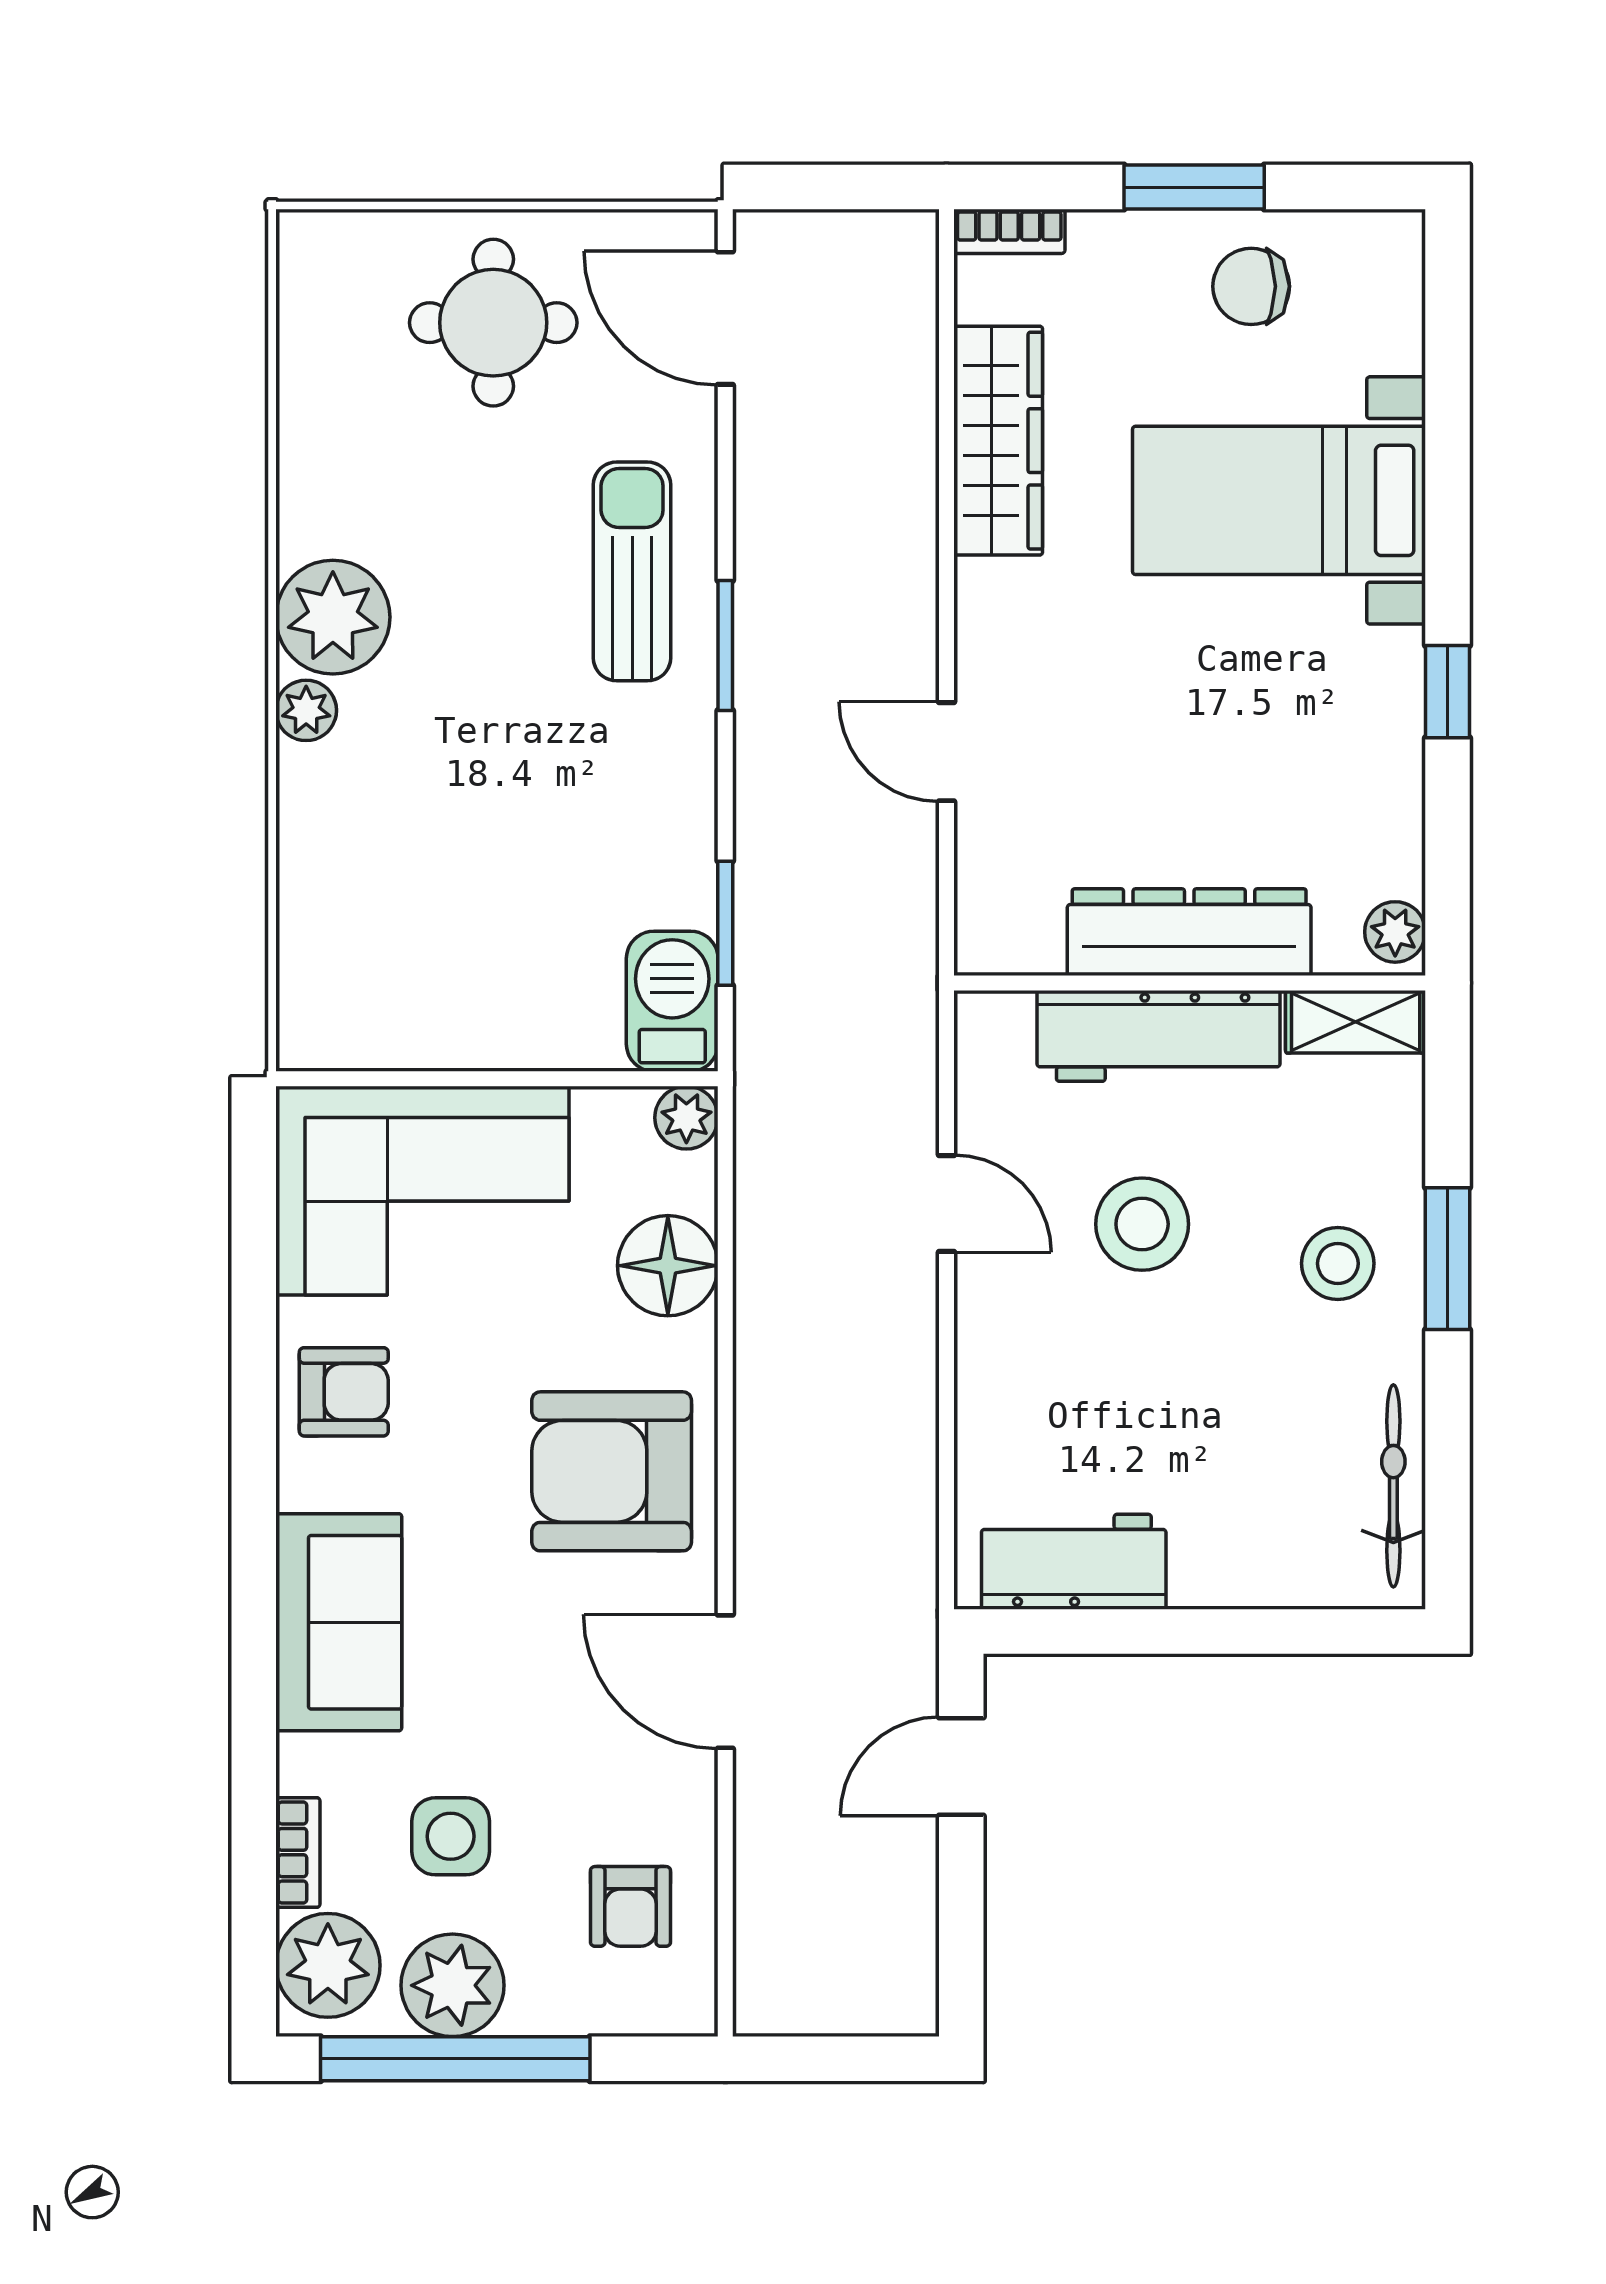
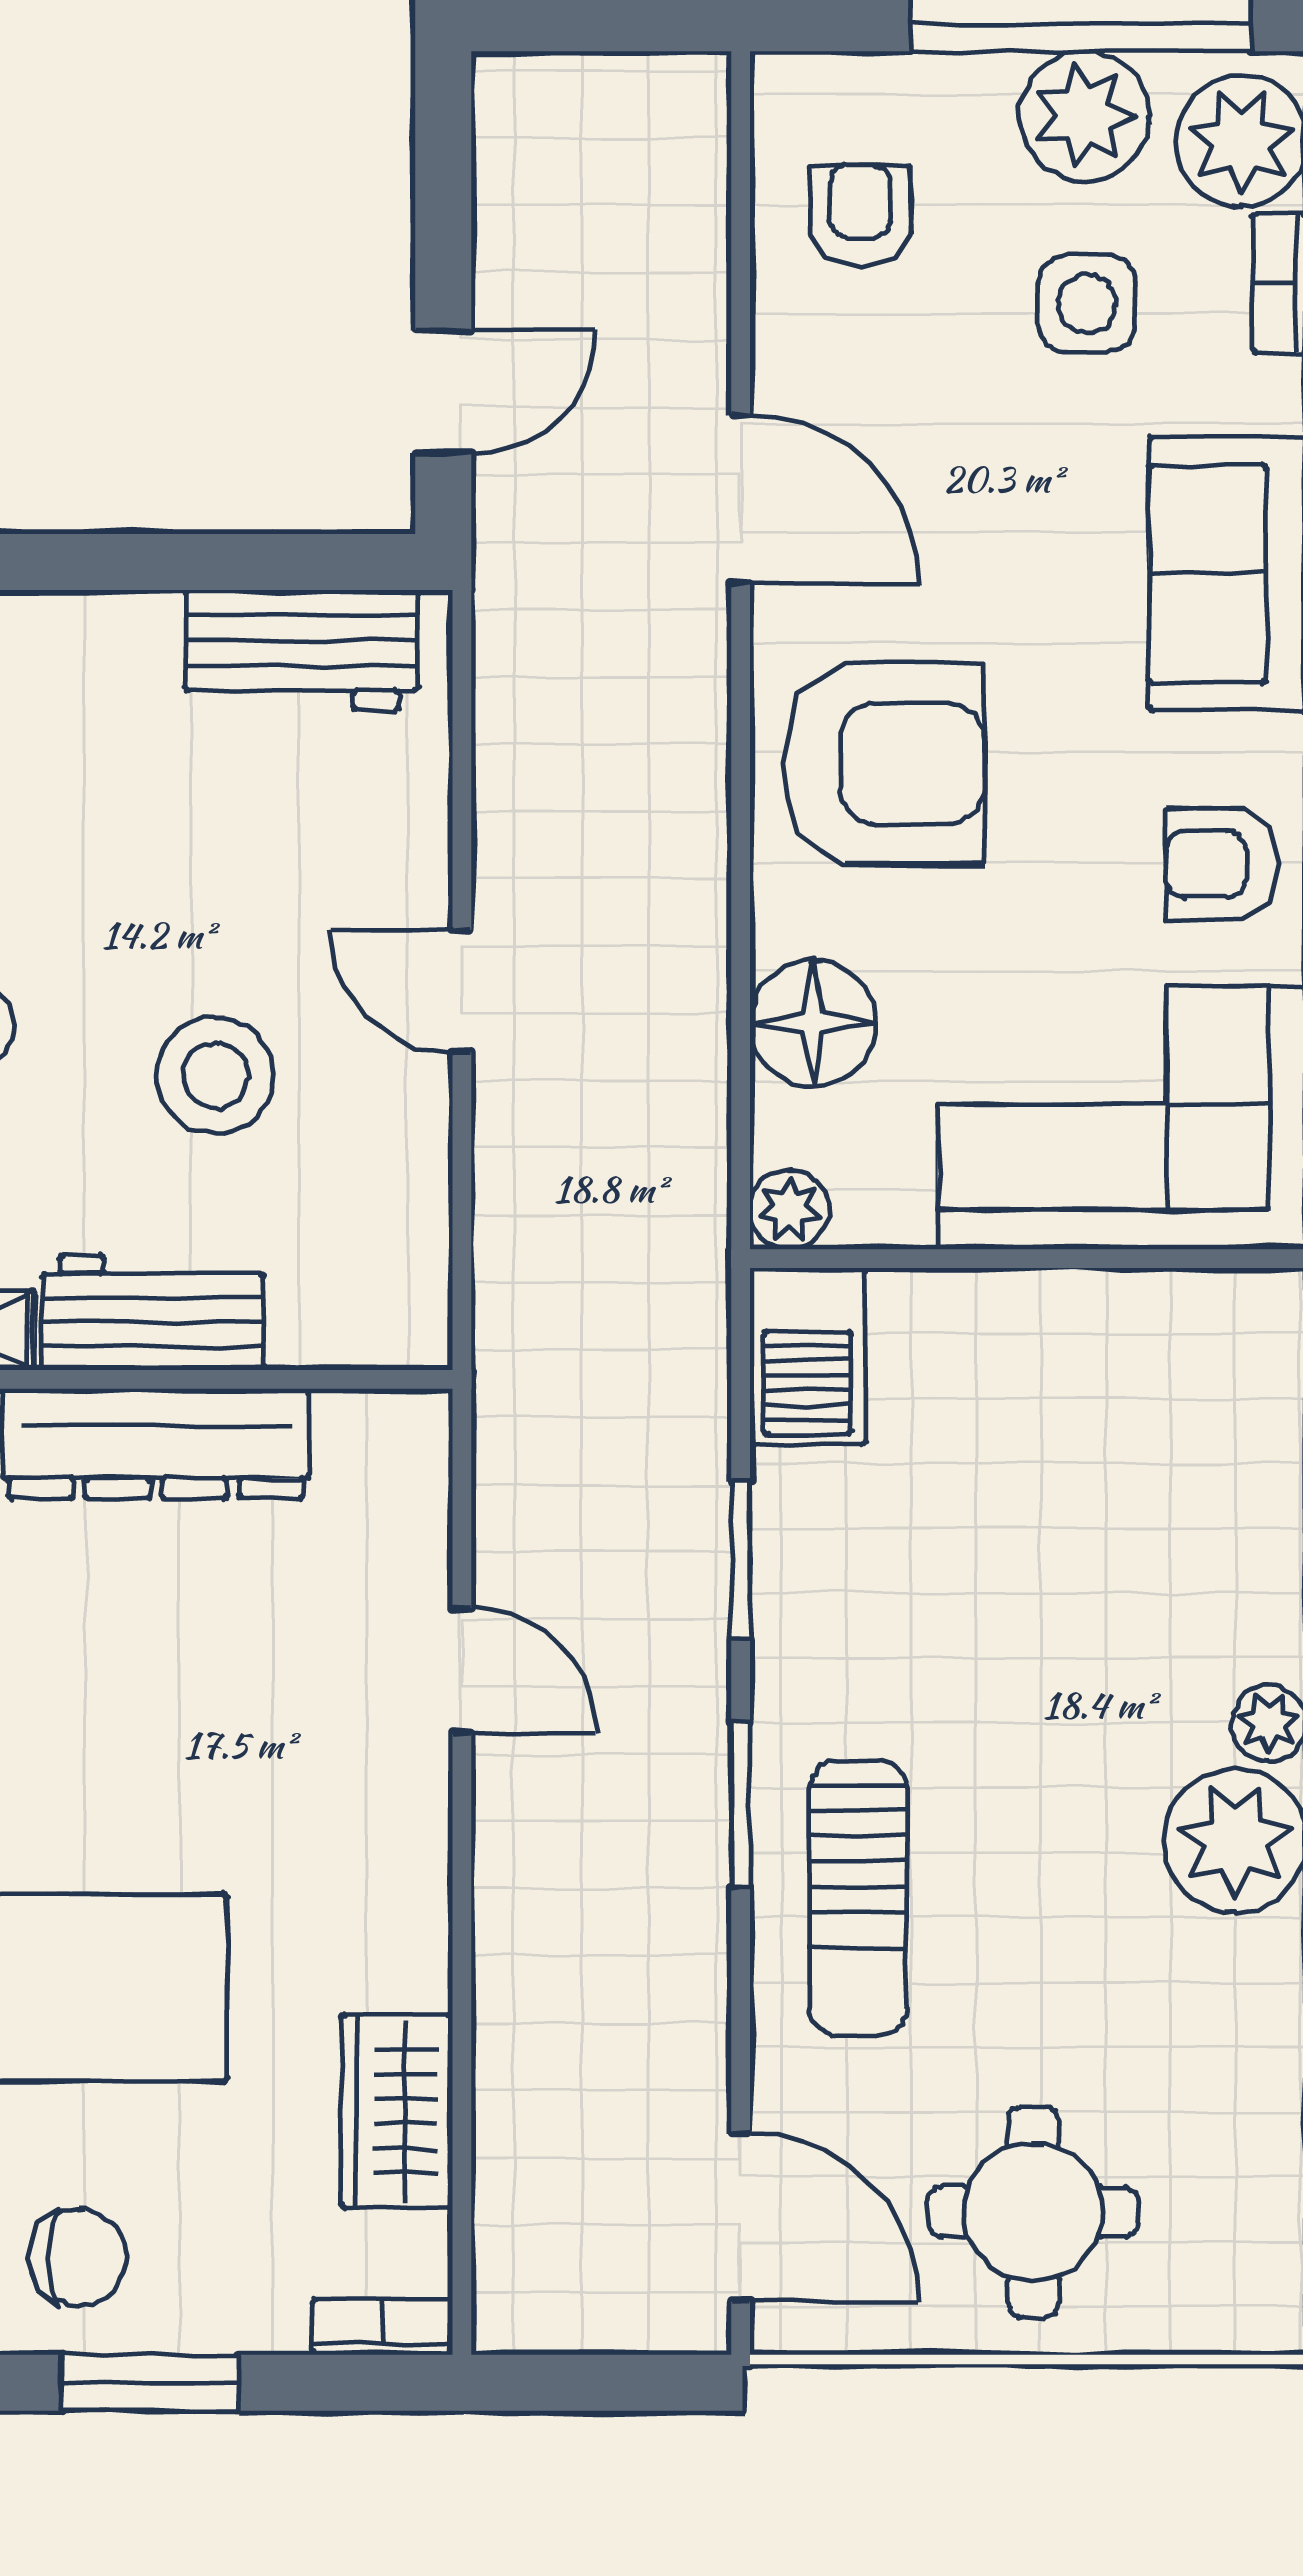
wardrobe: (998, 441) -> (397, 2111), width x0.67
window: (725, 923) -> (741, 1560), moved
workbench: (1158, 1036) -> (153, 1313), width x0.73
door: (946, 1204) -> (462, 991), moved

